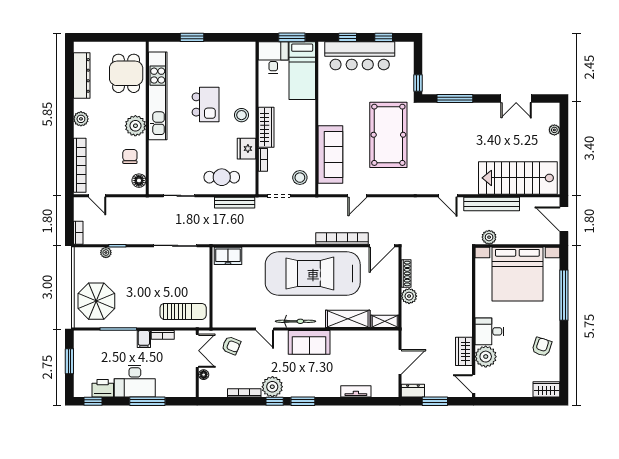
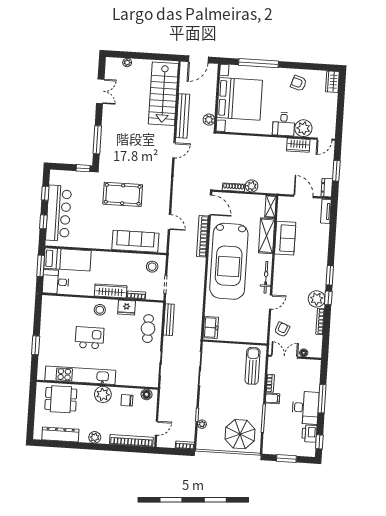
pool table: (388, 135) -> (123, 194), width x0.73, depth x0.76
sofa: (309, 342) -> (285, 238), moved
tv unit: (356, 391) -> (326, 211), moved

